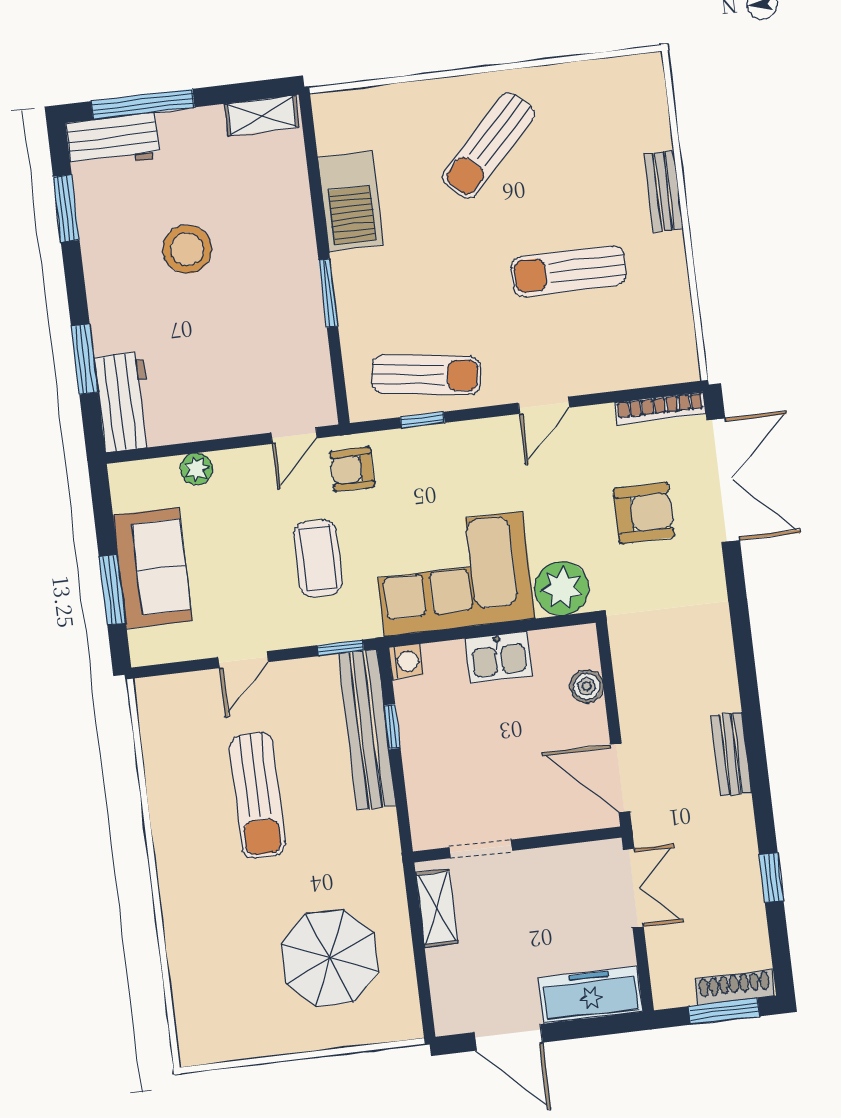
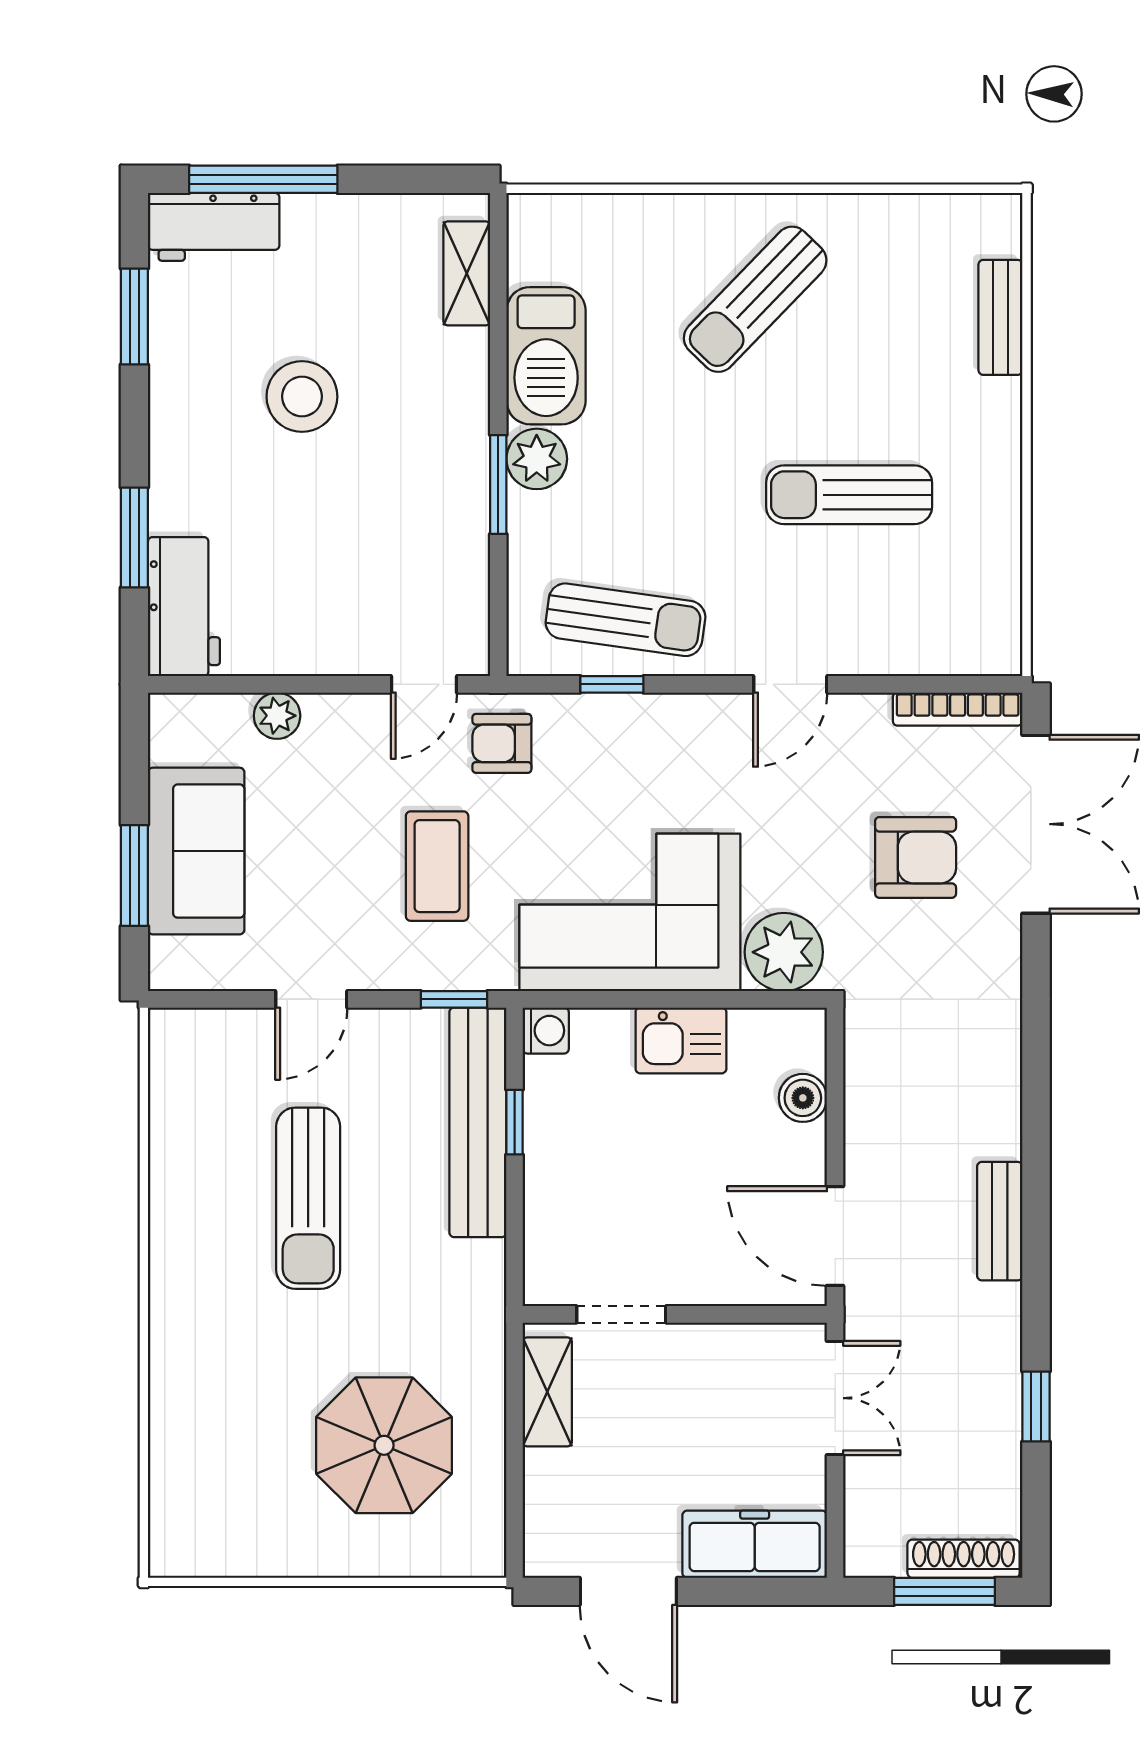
shelving: (262, 115) -> (467, 273), moved, turned 90
bench: (664, 191) -> (1000, 317), moved
plant: (352, 272) -> (537, 459), added

